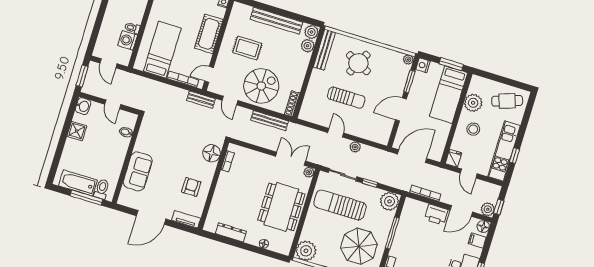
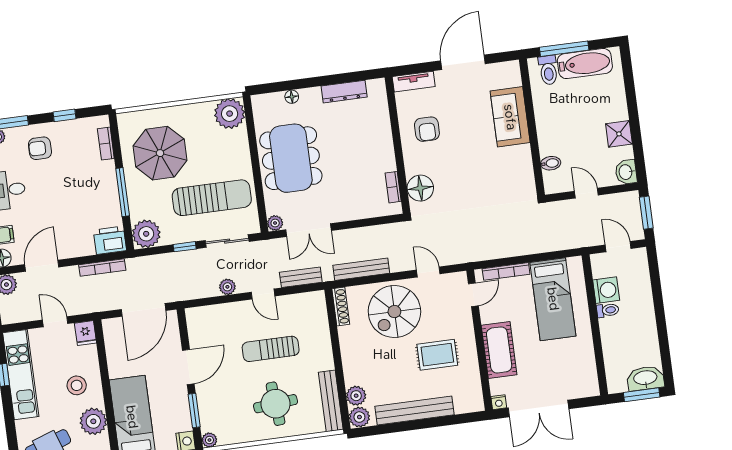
round table: (358, 63) -> (276, 404), turned -32
bench: (201, 100) -> (301, 277), moved
printer: (436, 215) -> (110, 240), moved

